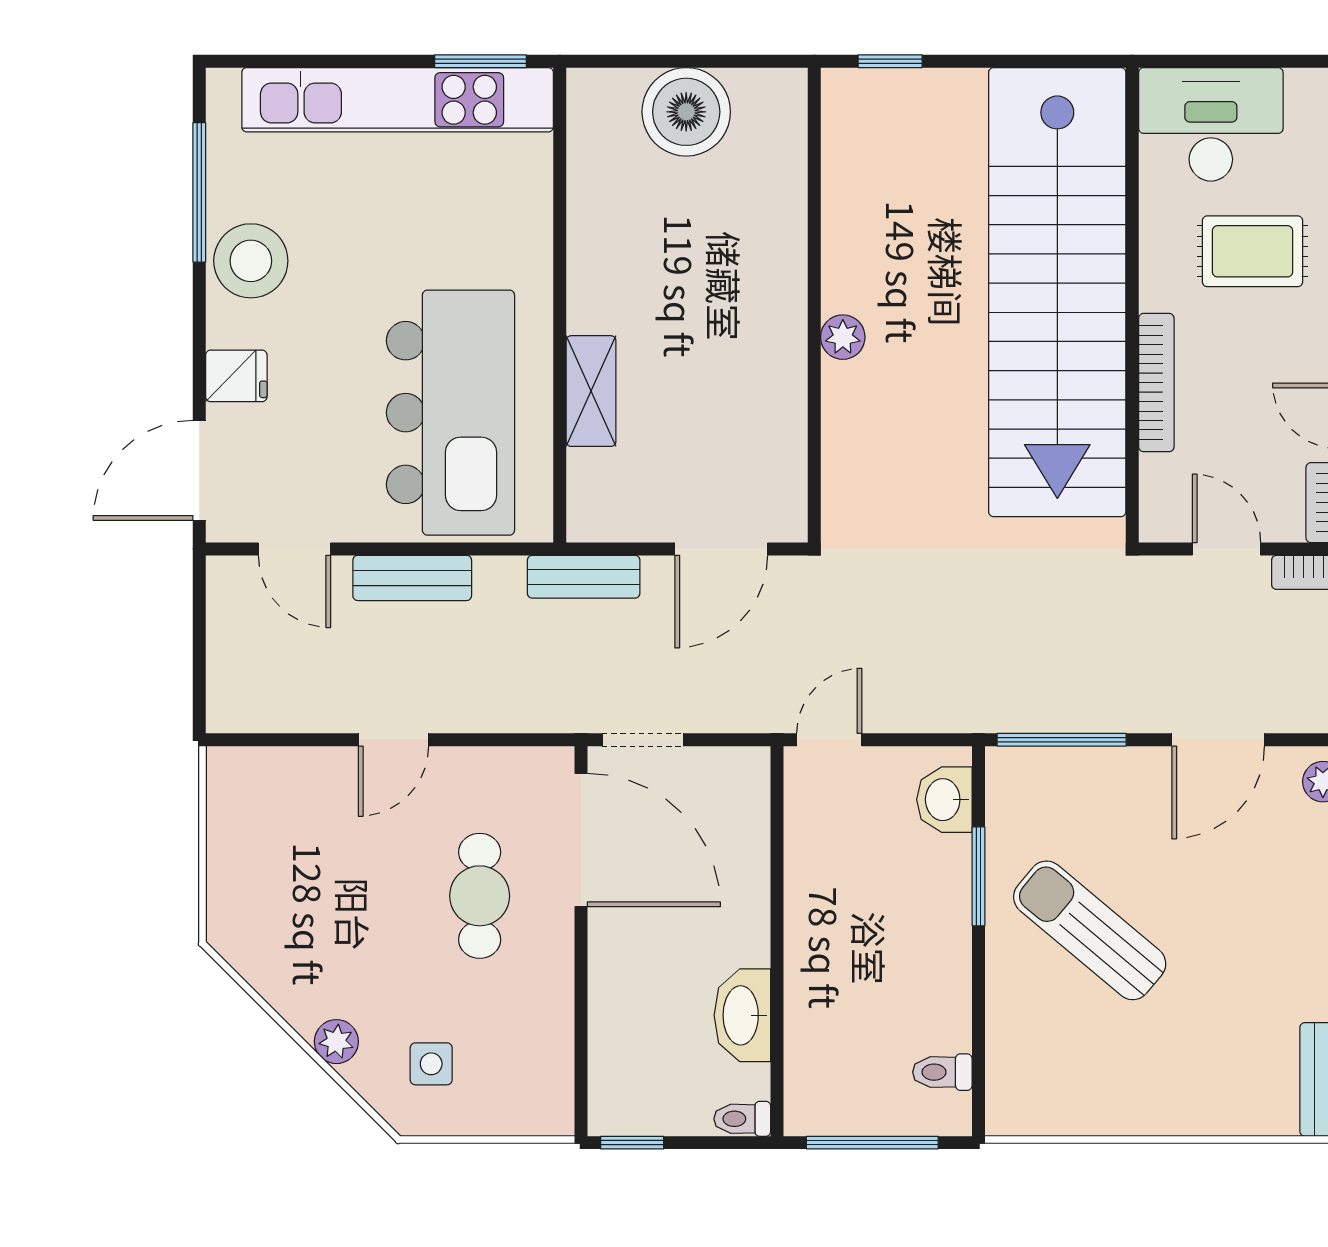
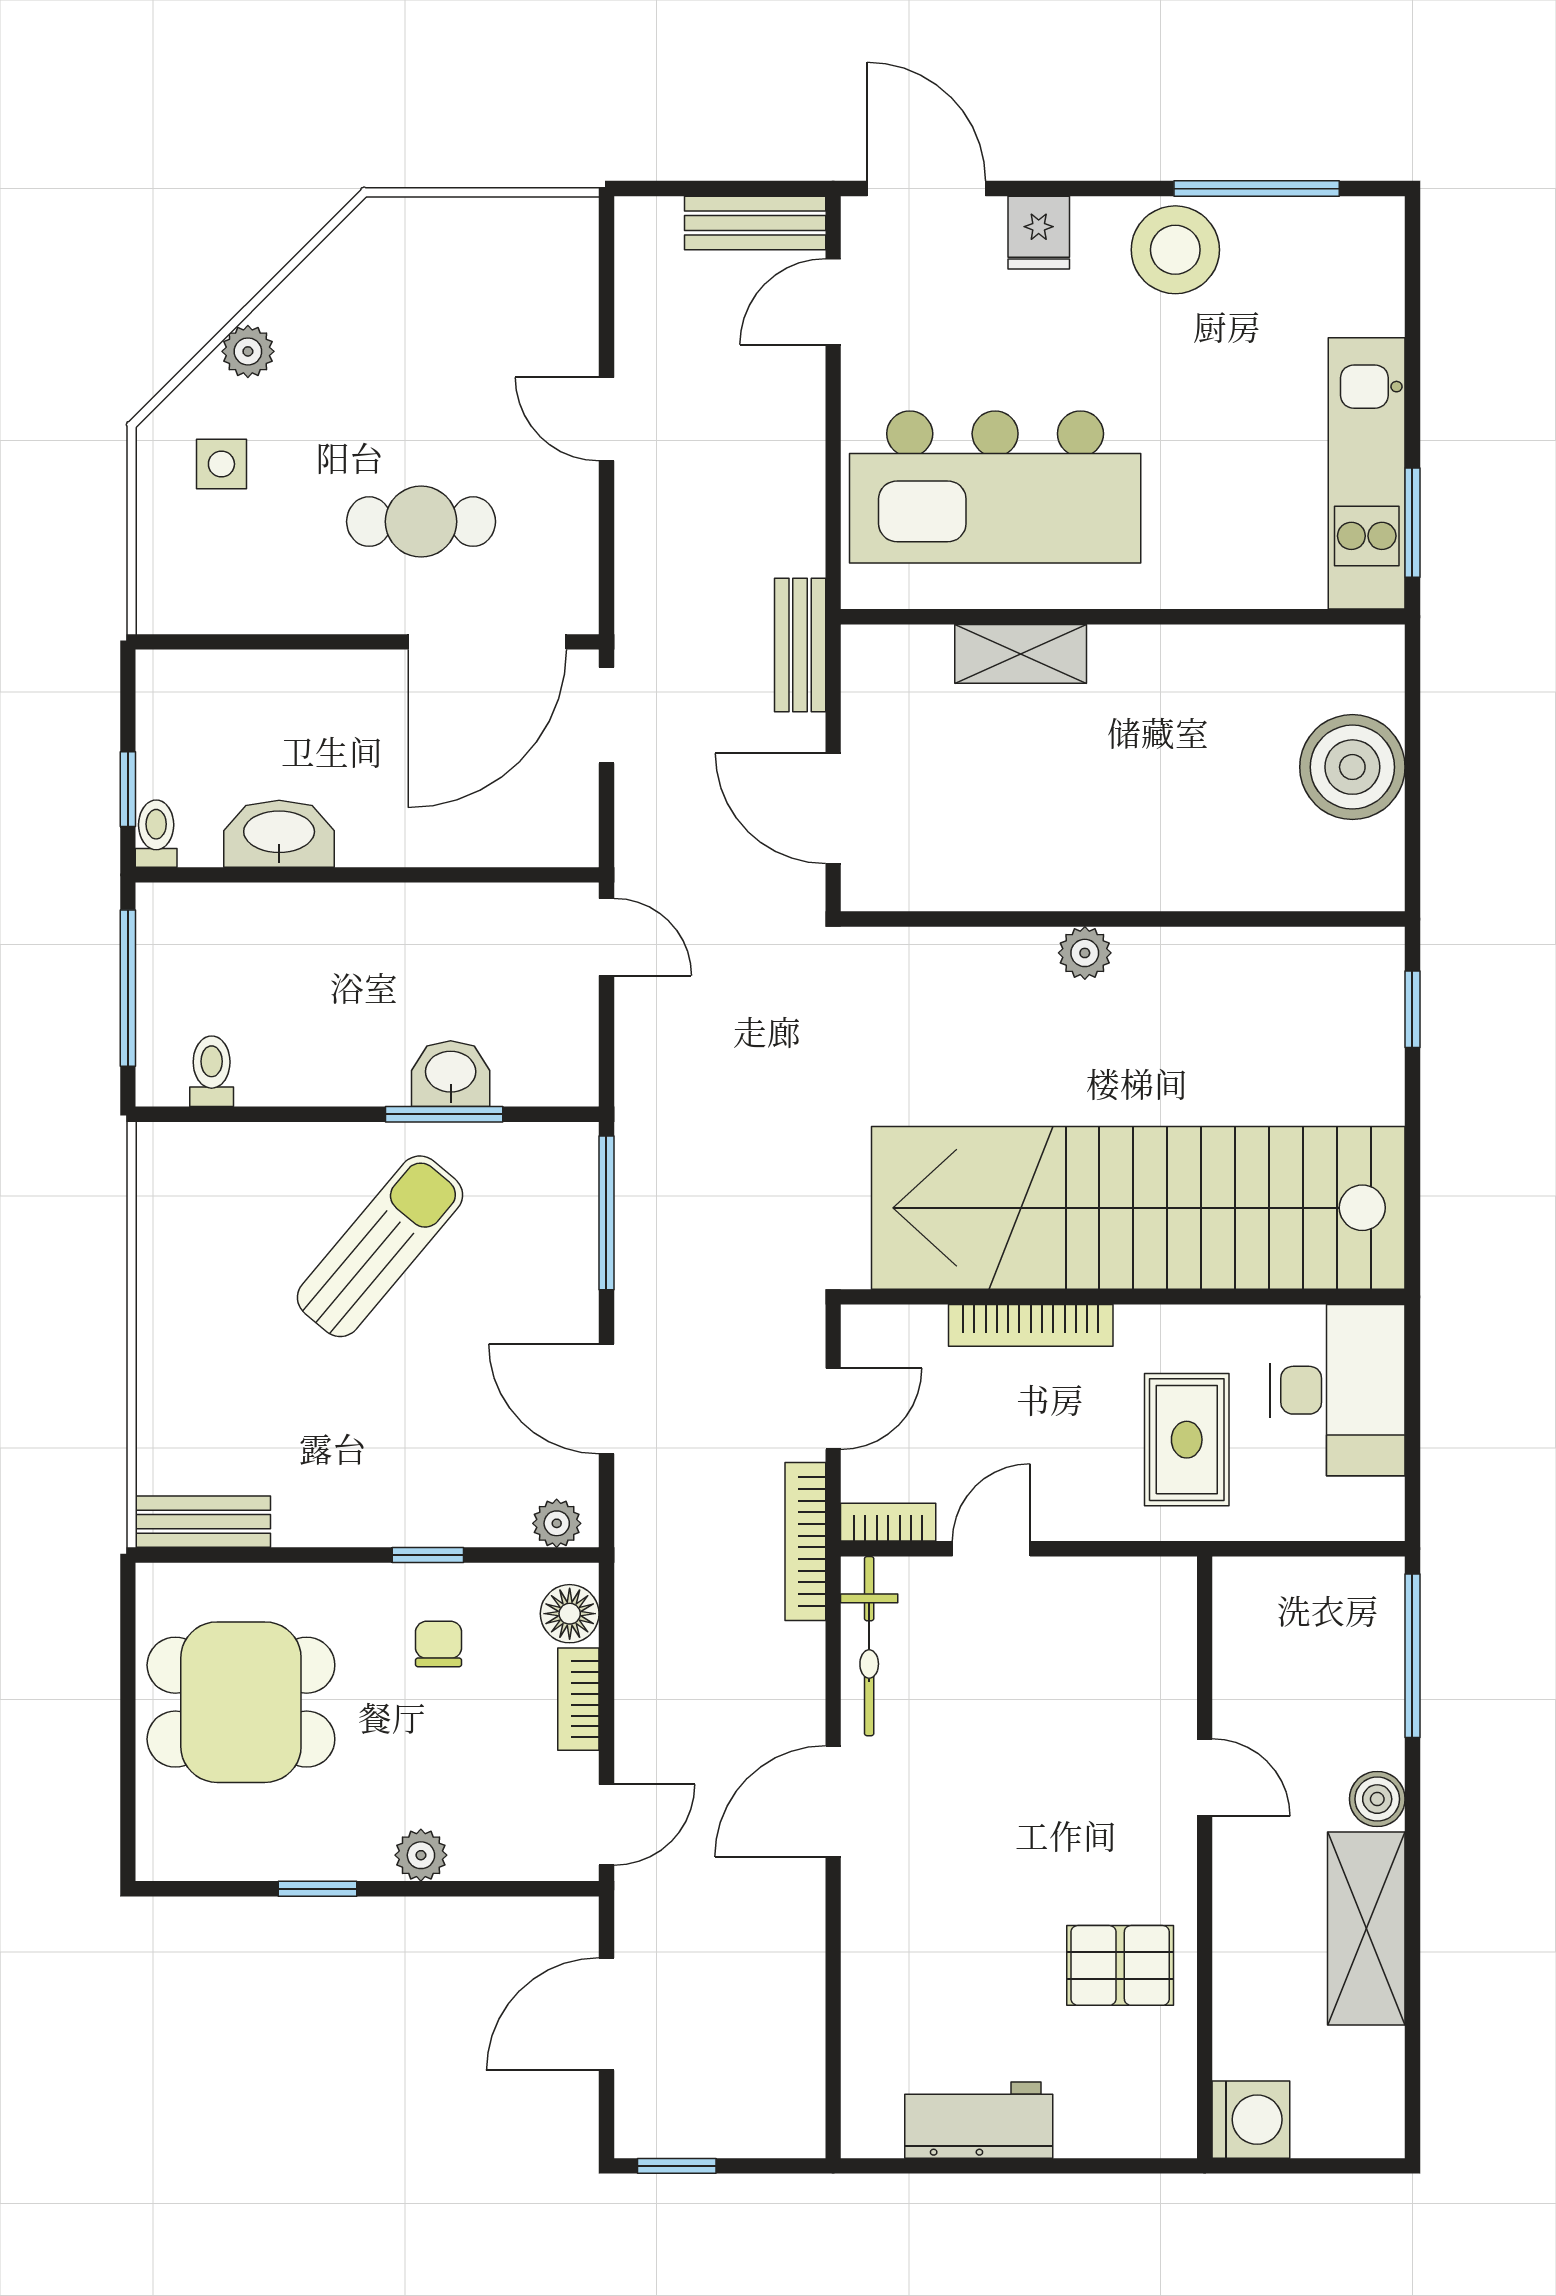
kitchen unit: (398, 100) -> (1367, 473), width x0.73
bench: (412, 578) -> (755, 223), moved, turned 90
washbasin: (944, 800) -> (451, 1074), moved
window: (632, 1143) -> (128, 789), moved

